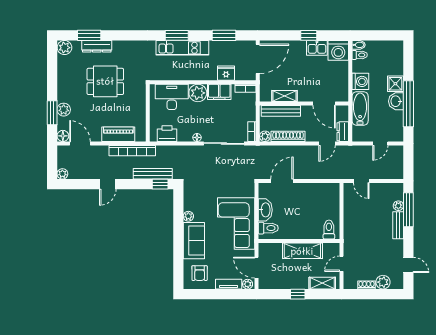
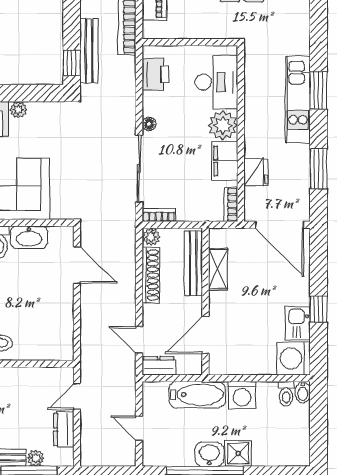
dresser: (381, 189) -> (64, 430), added

